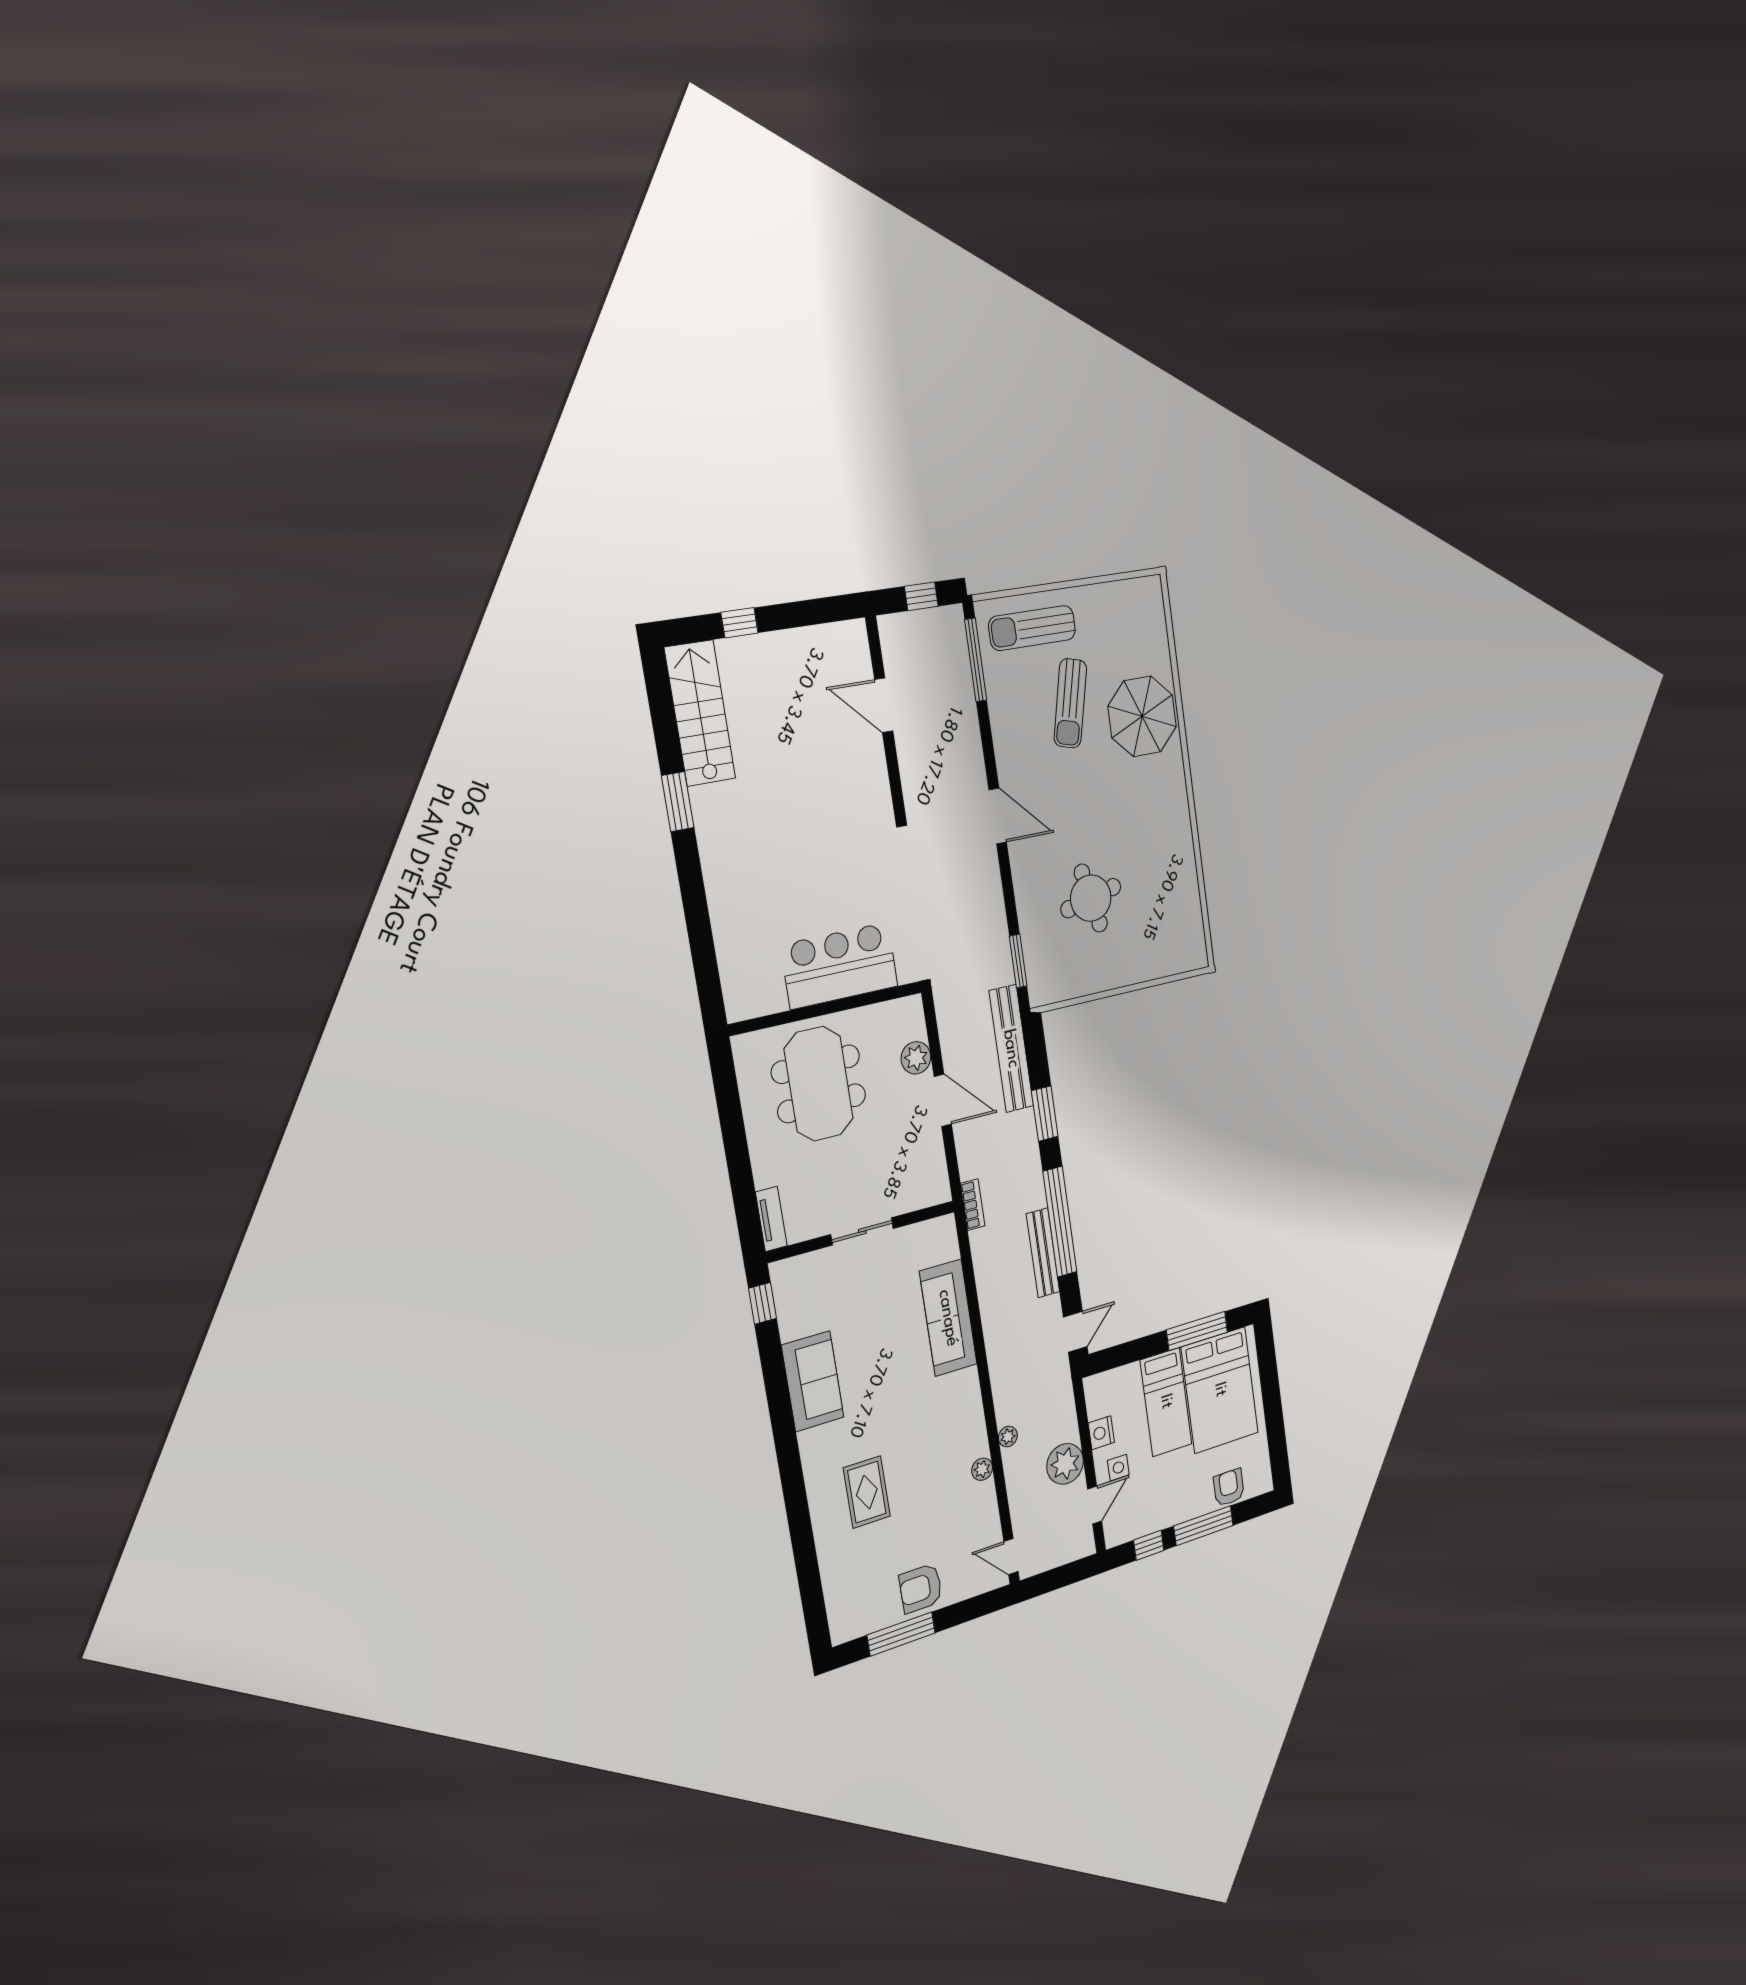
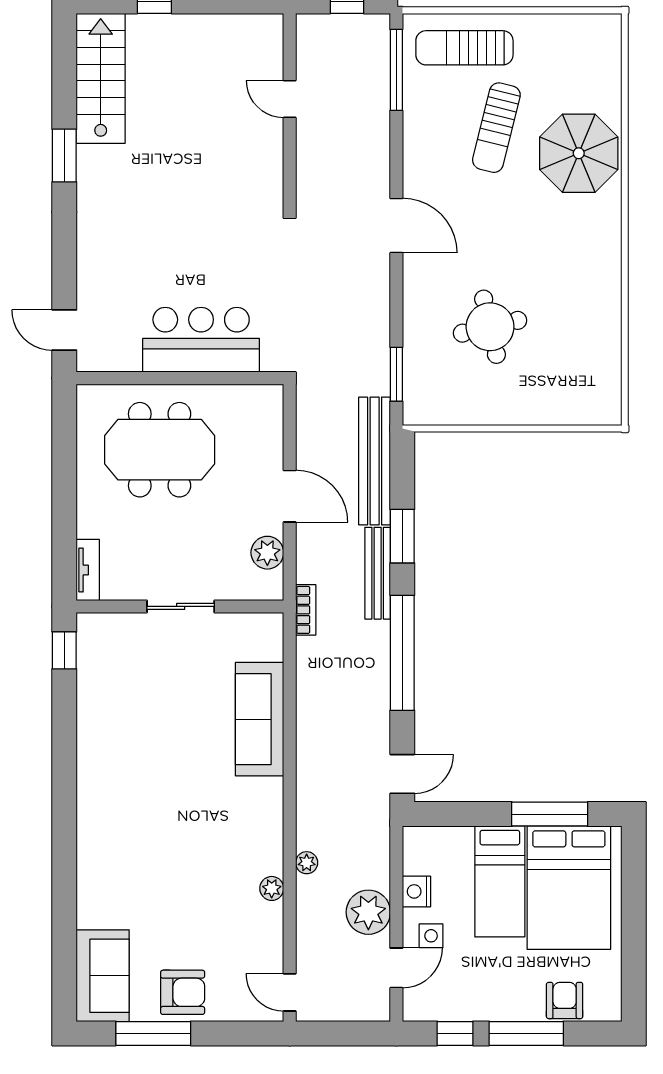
door: (884, 705) -> (290, 99), width x0.73
door: (708, 984) -> (64, 330), added
plant: (916, 1058) -> (267, 553), moved
meeting table: (819, 1084) -> (160, 450), turned 90
bench: (1043, 1253) -> (378, 573), moved
sofa: (813, 1381) -> (103, 976), moved
rug: (867, 1492) -> (141, 873), removed
armchair: (921, 1588) -> (183, 992), turned 180

